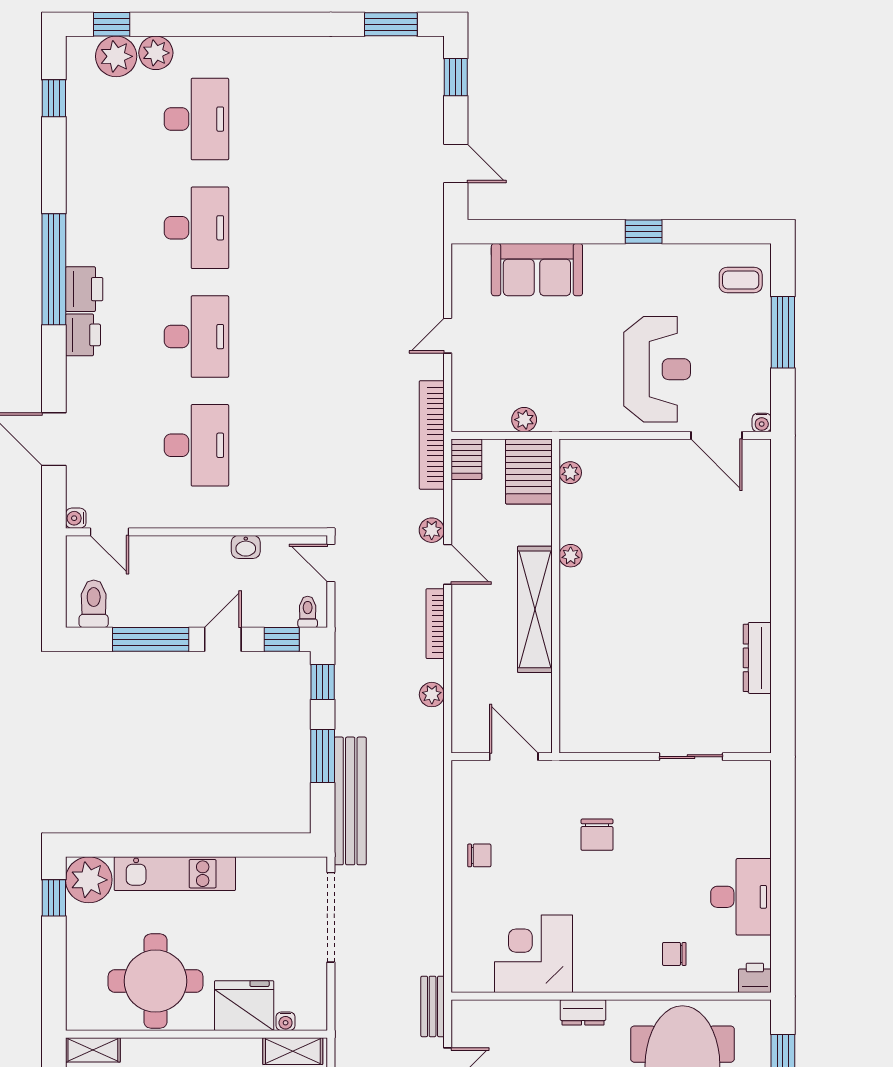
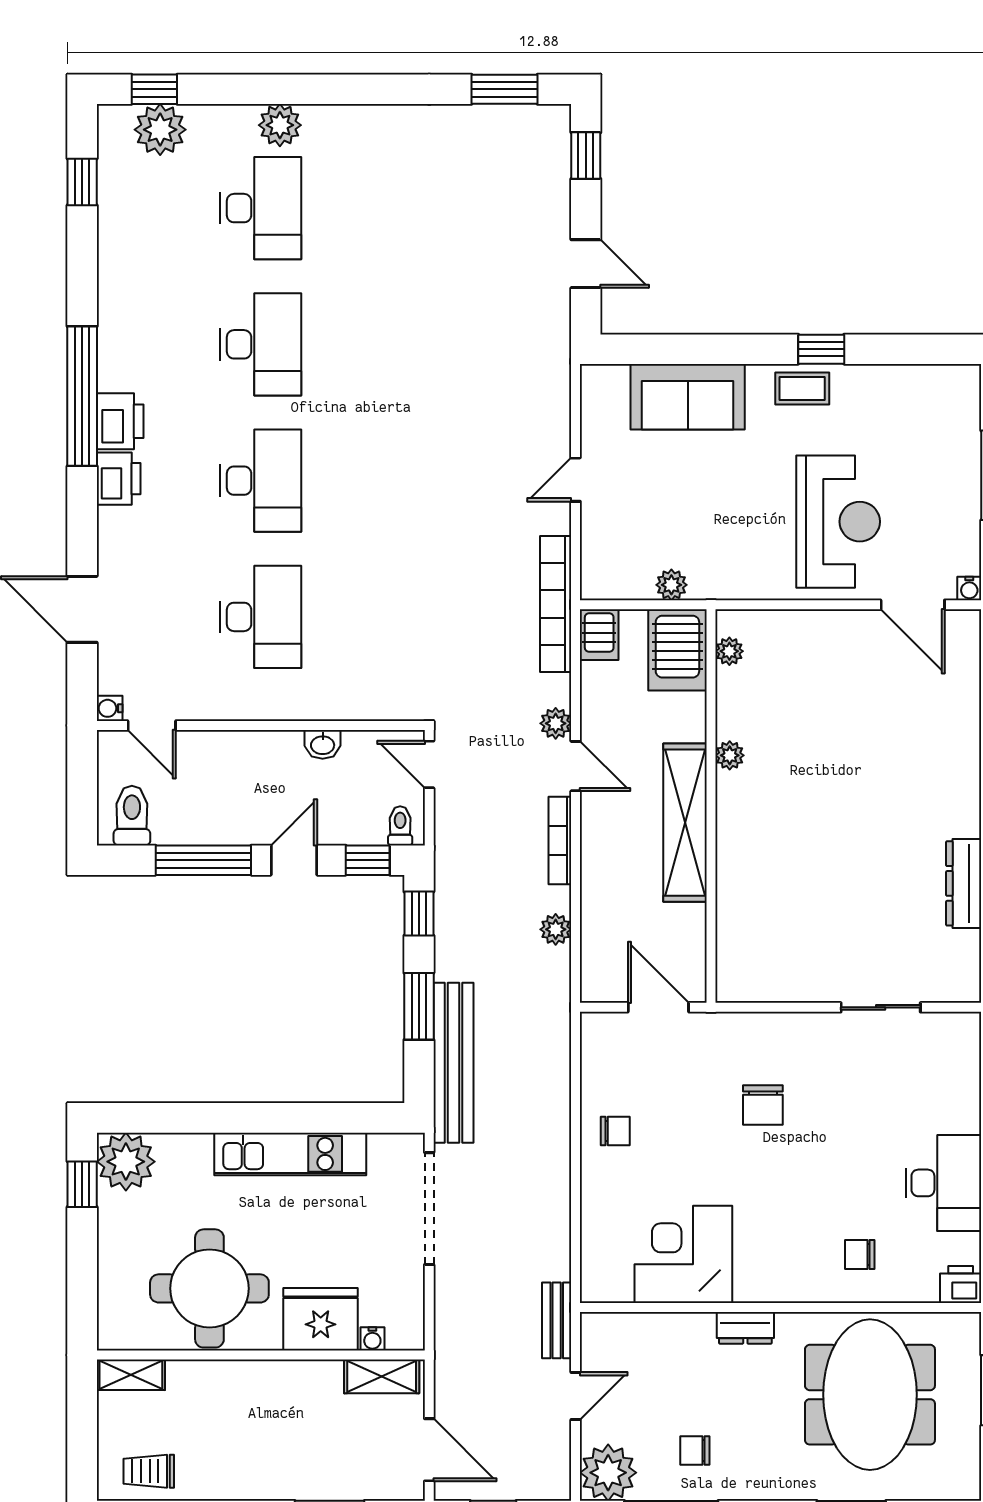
plant: (156, 53) -> (280, 125), moved
coffee table: (741, 280) -> (802, 388), moved
kitchen unit: (175, 874) -> (290, 1154), moved

